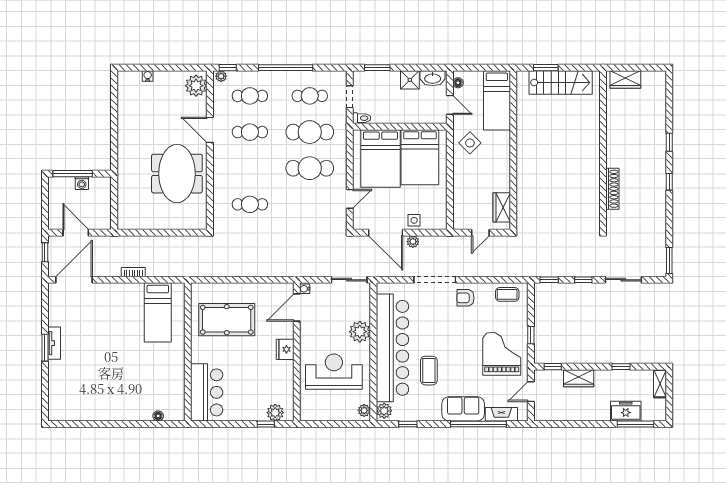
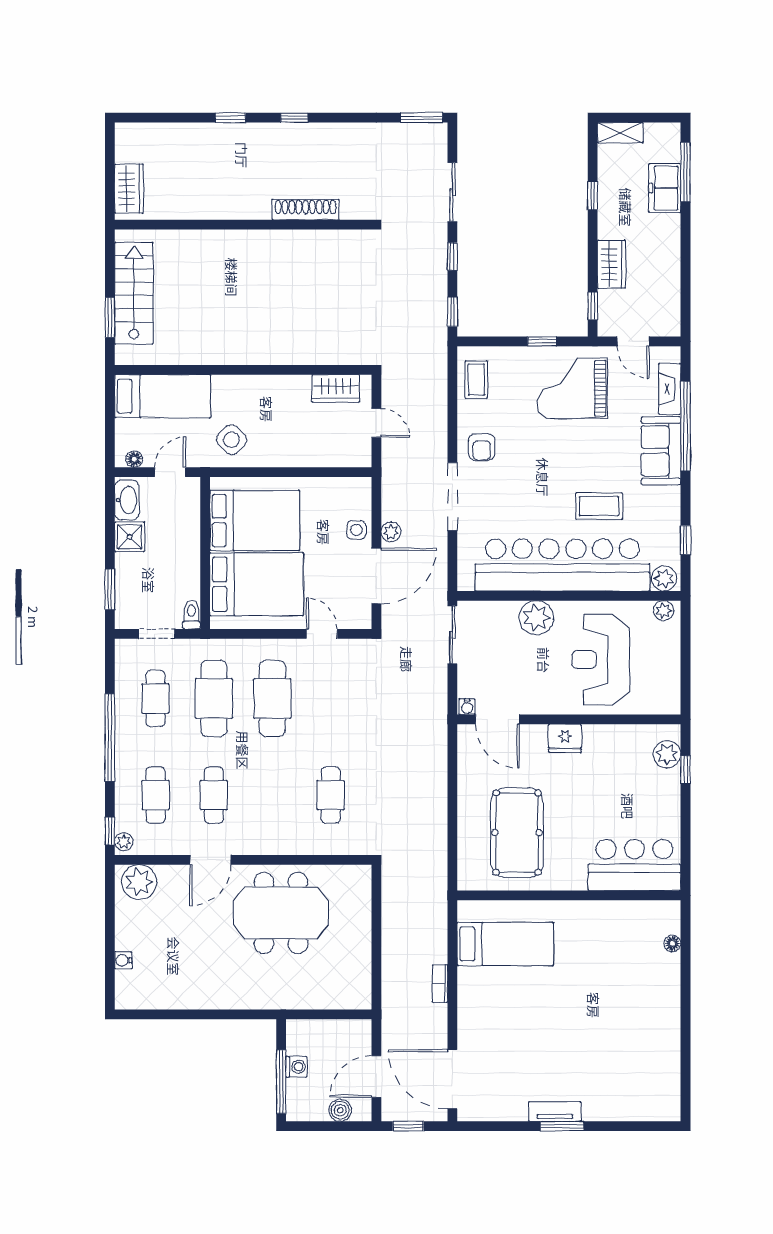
boiler: (55, 210) -> (340, 1110), added

